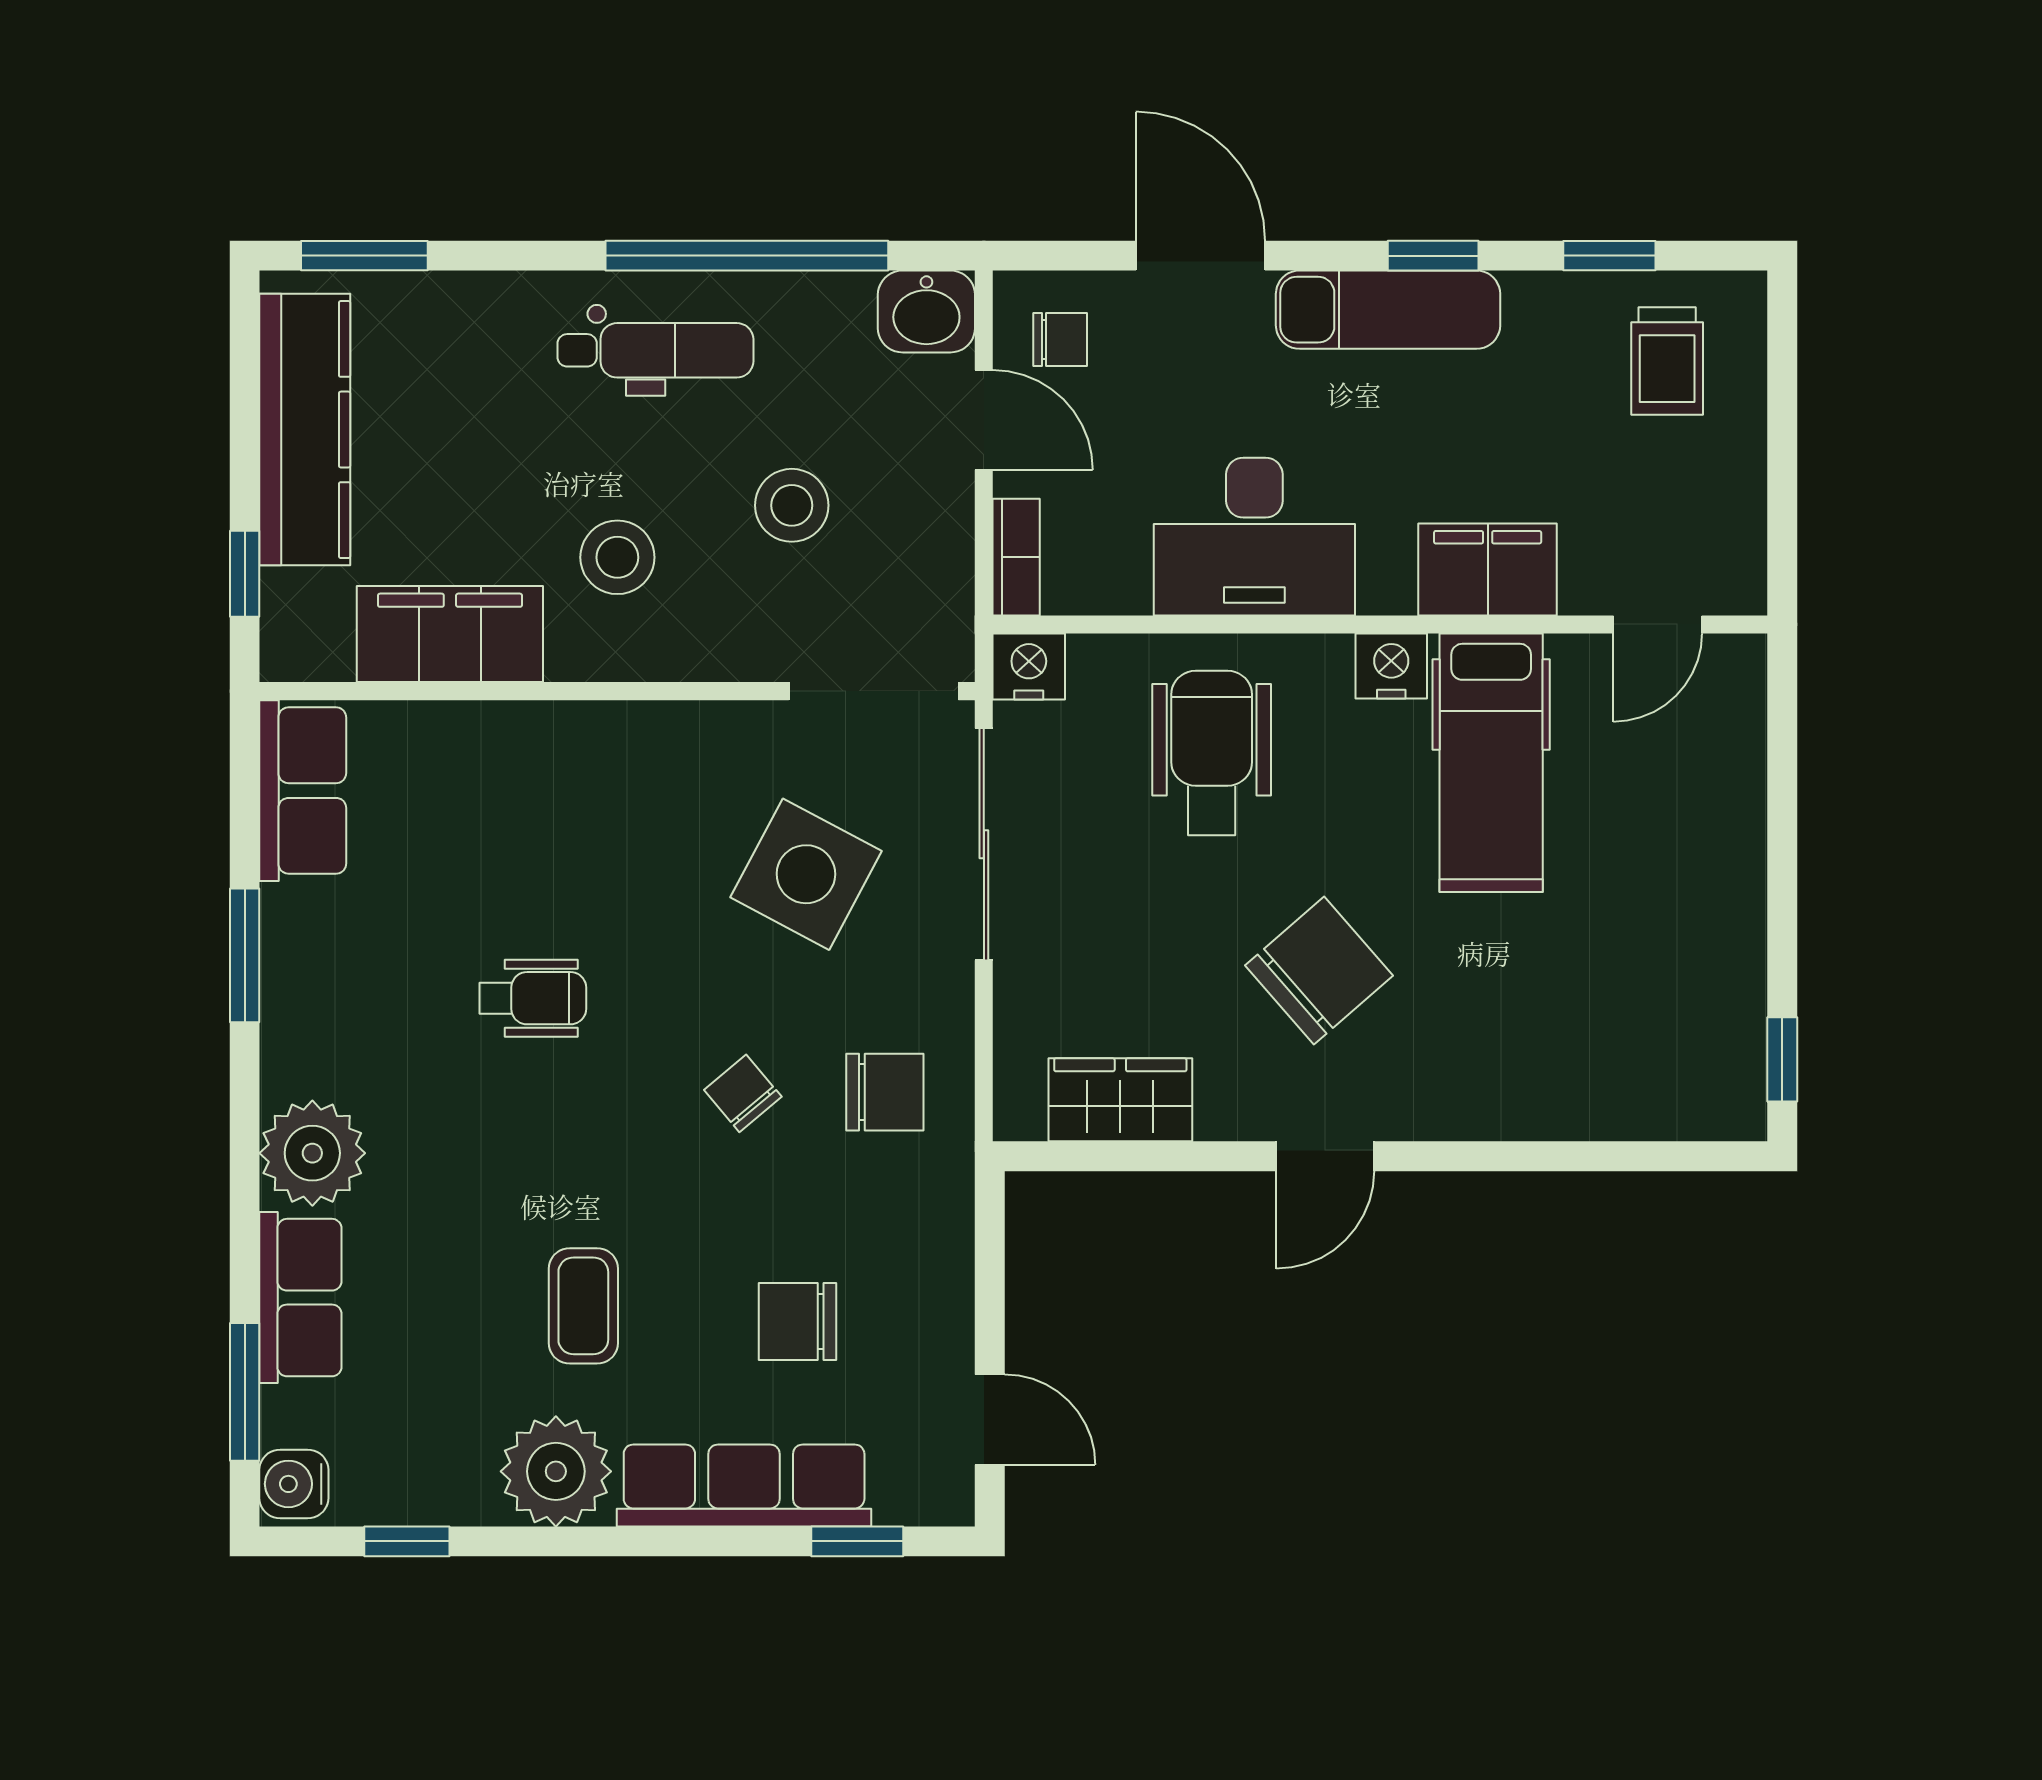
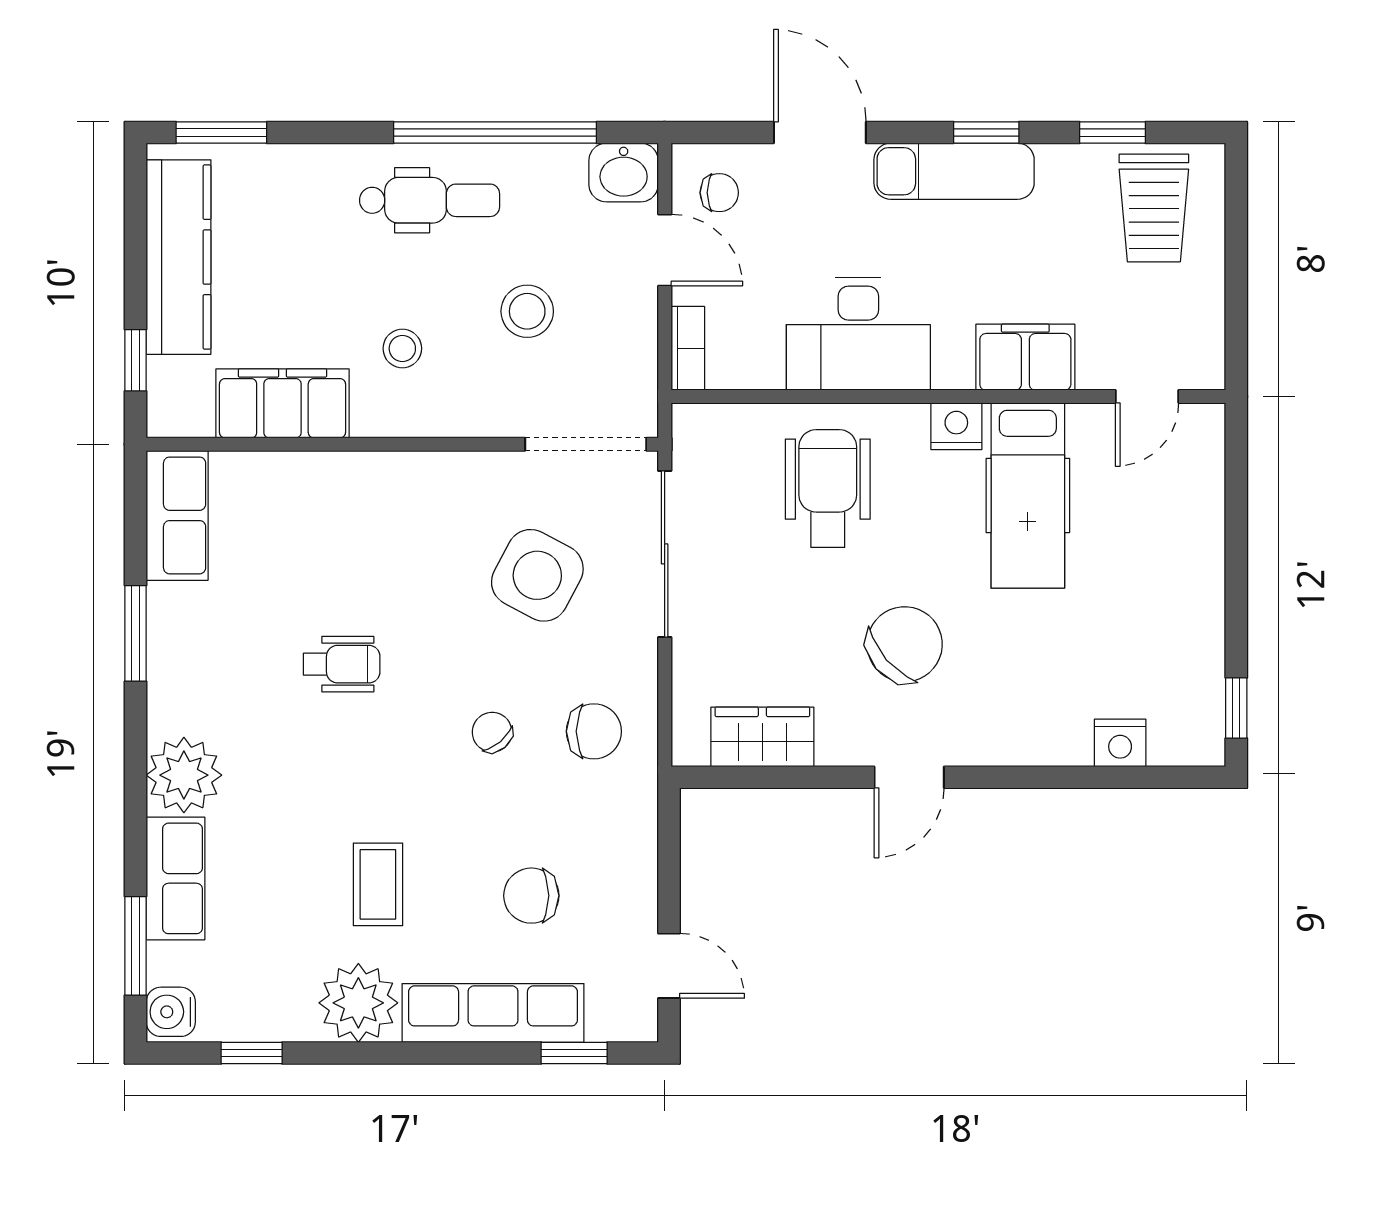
trolley: (1667, 361) -> (1154, 208), width x1.36, depth x1.39
stool: (617, 557) -> (402, 348), width x0.73, depth x0.73
nightstand: (1029, 667) -> (1120, 743), moved, turned 180

